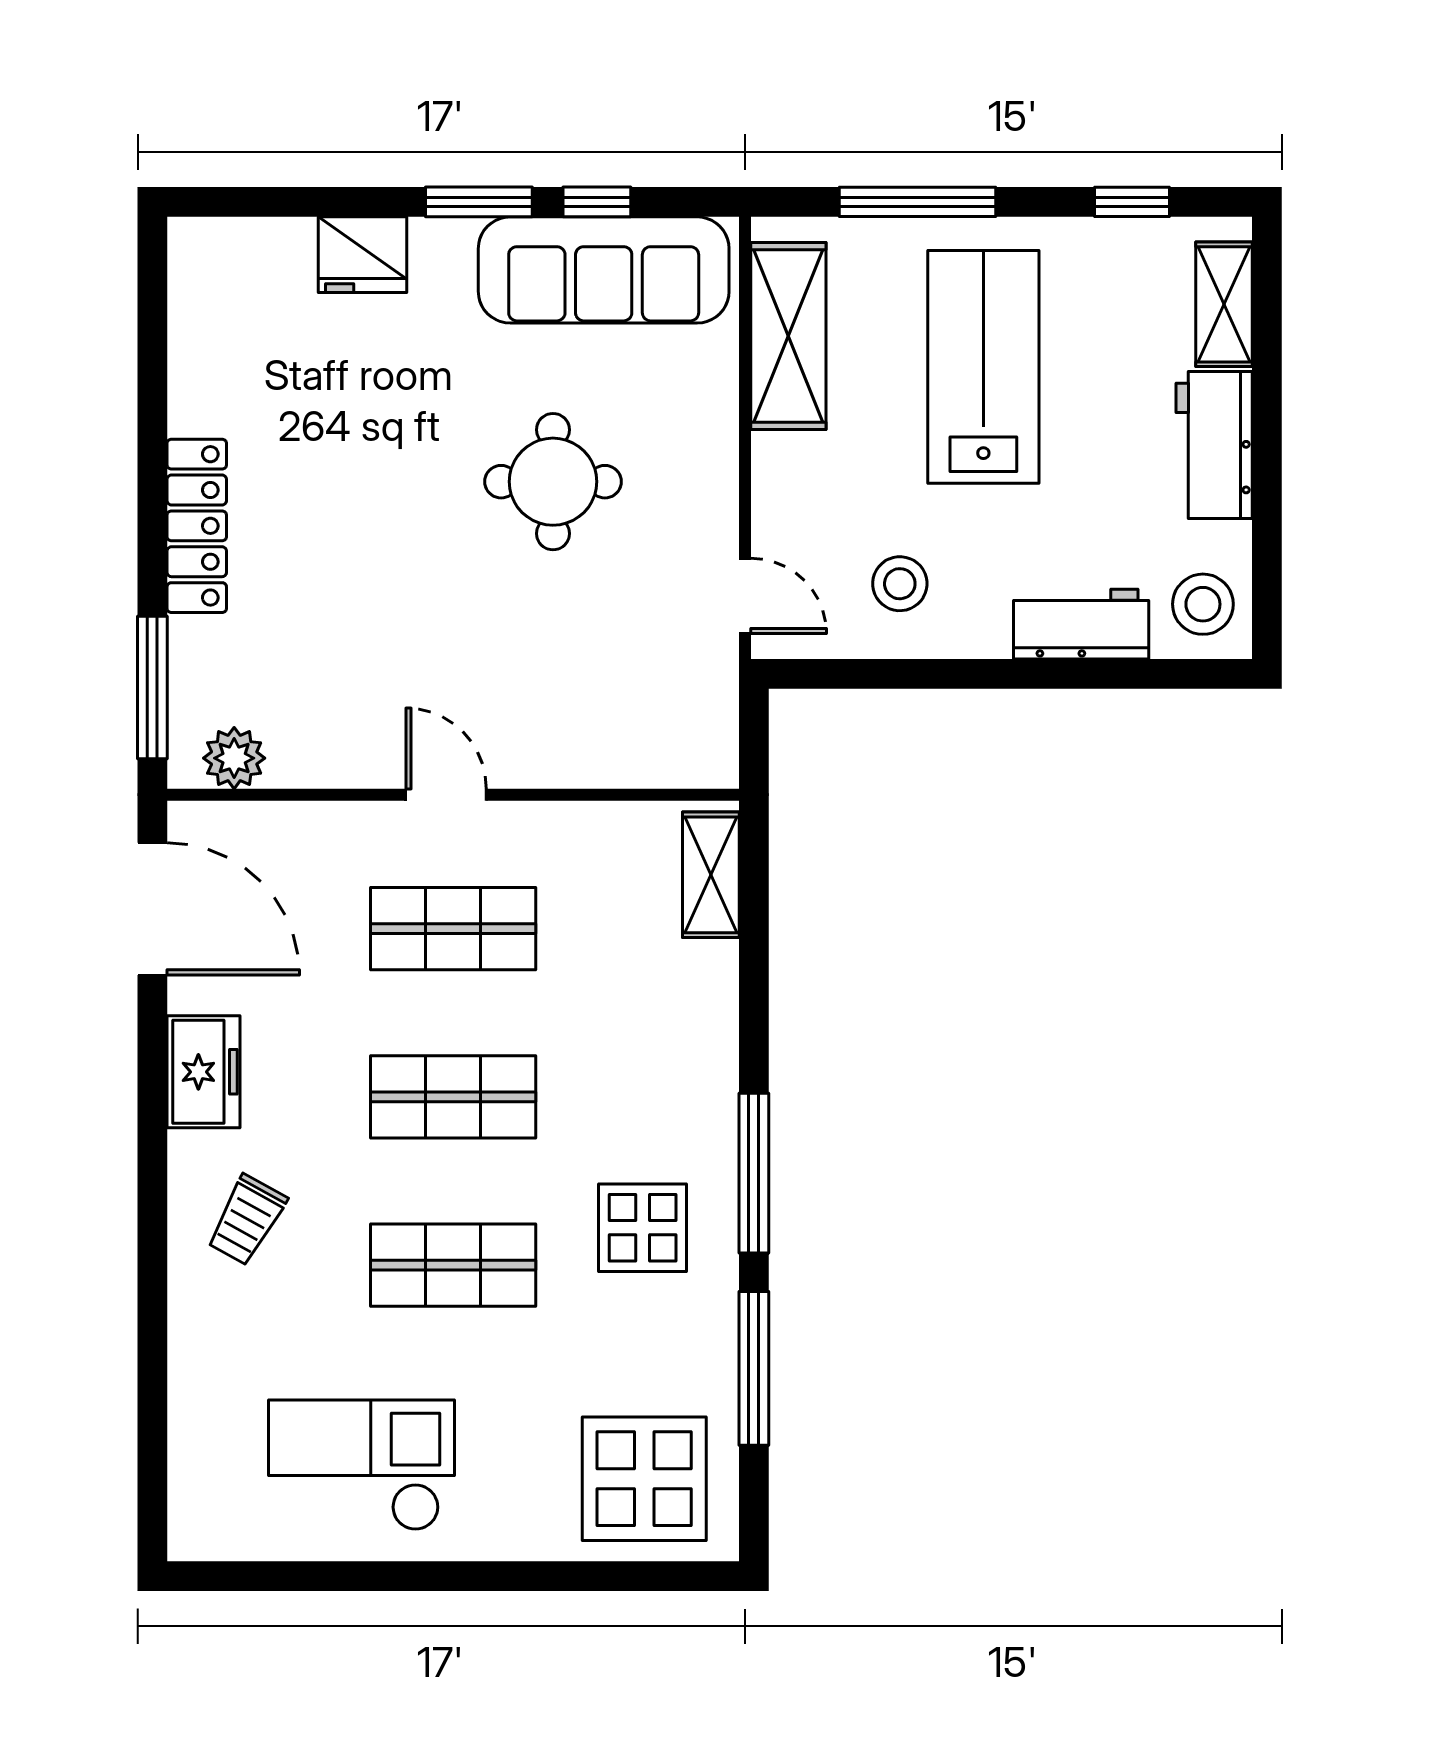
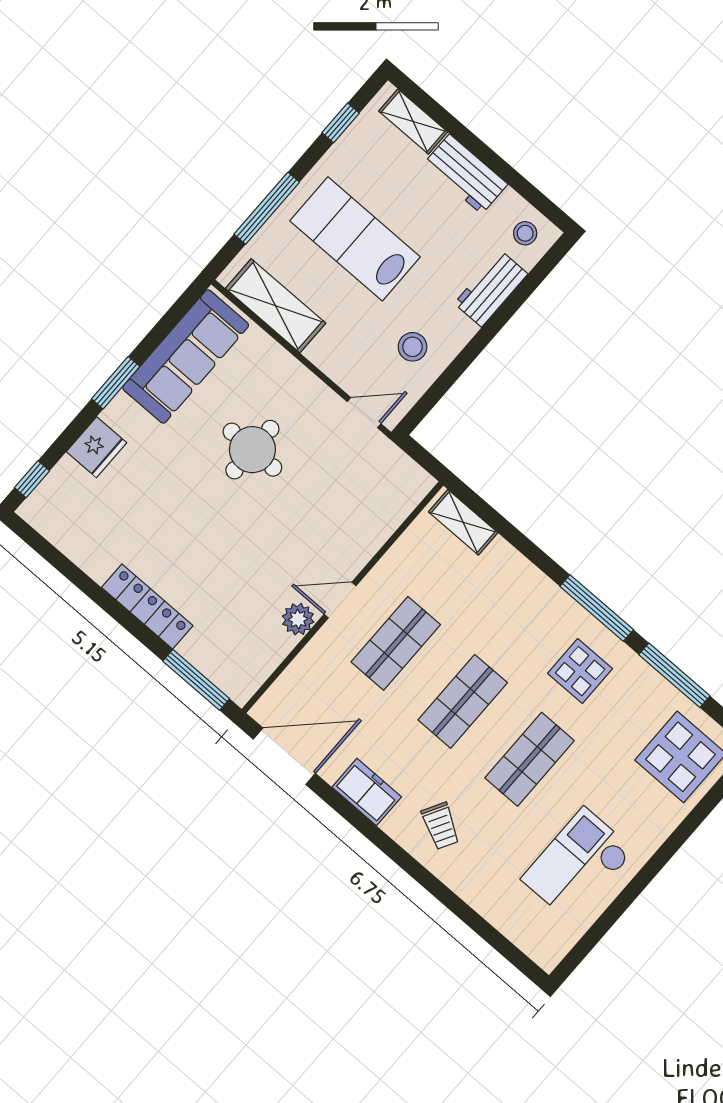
window: (597, 202) -> (32, 479), moved
stool: (1203, 604) -> (525, 233), width x0.73, depth x0.73
plant: (234, 758) -> (298, 619), moved

